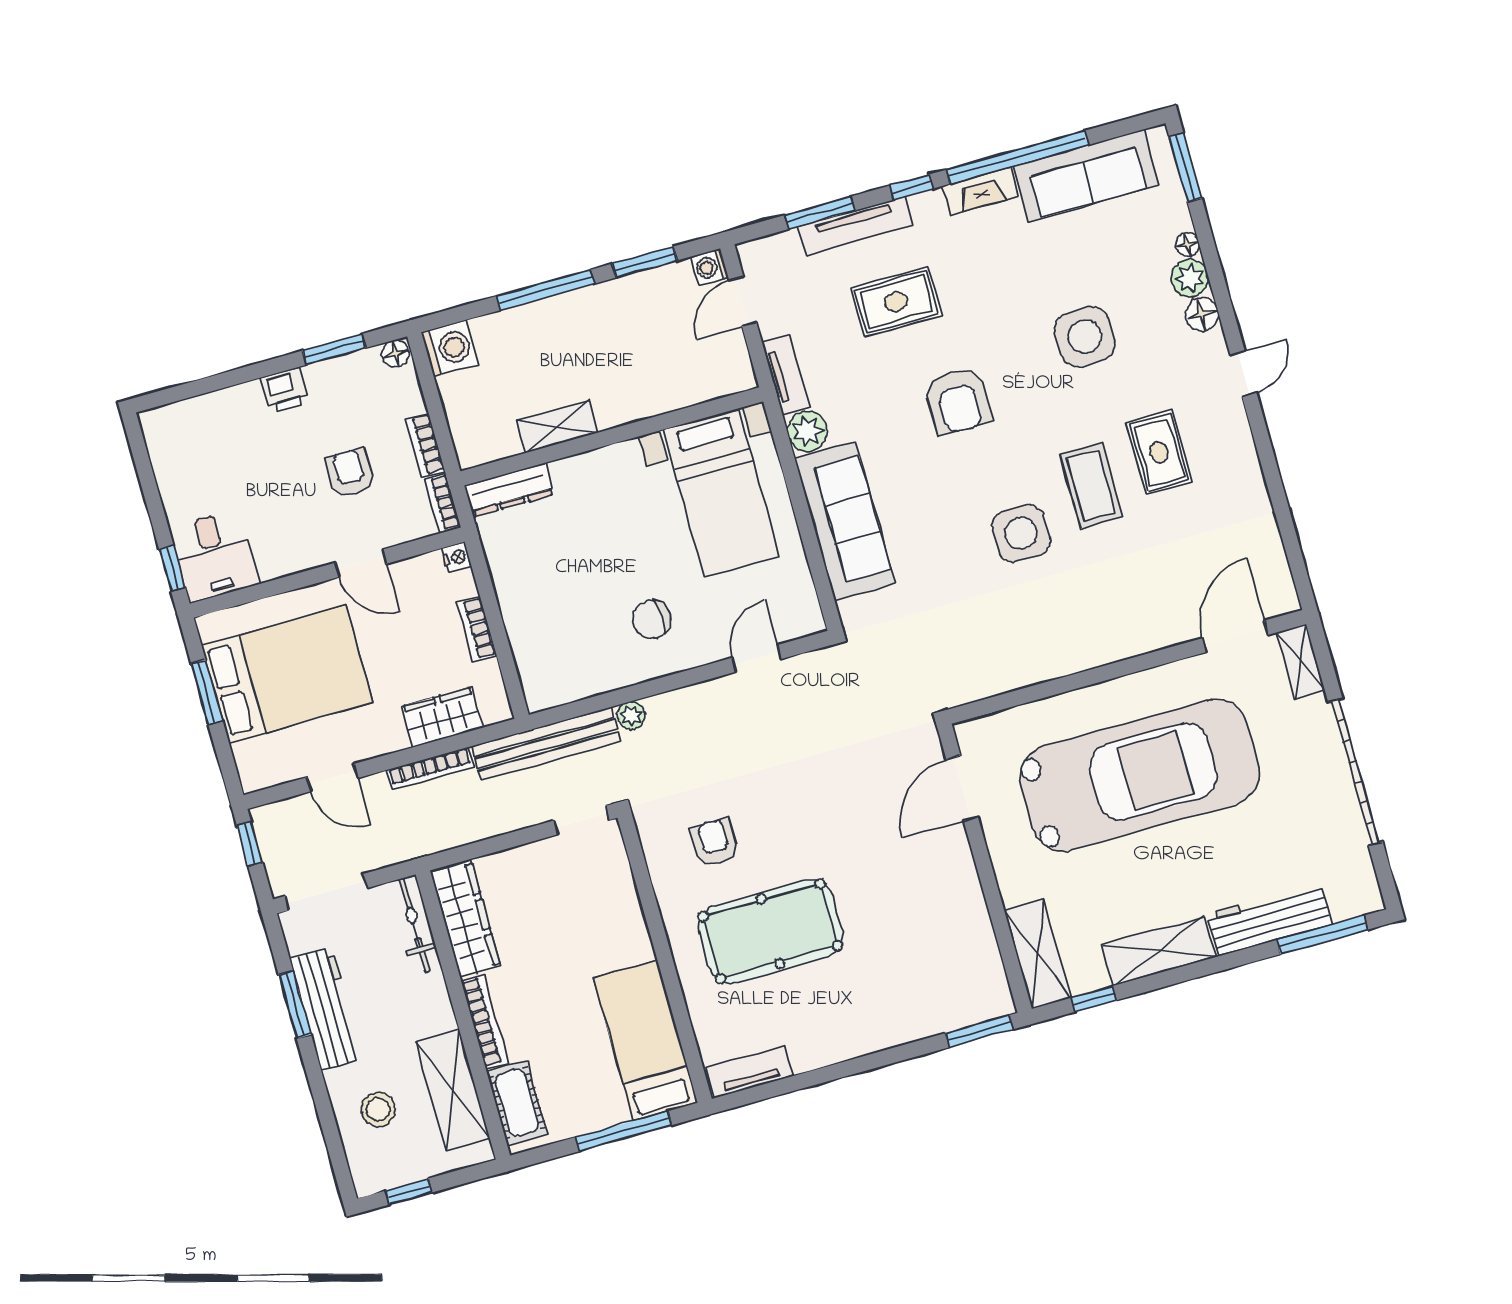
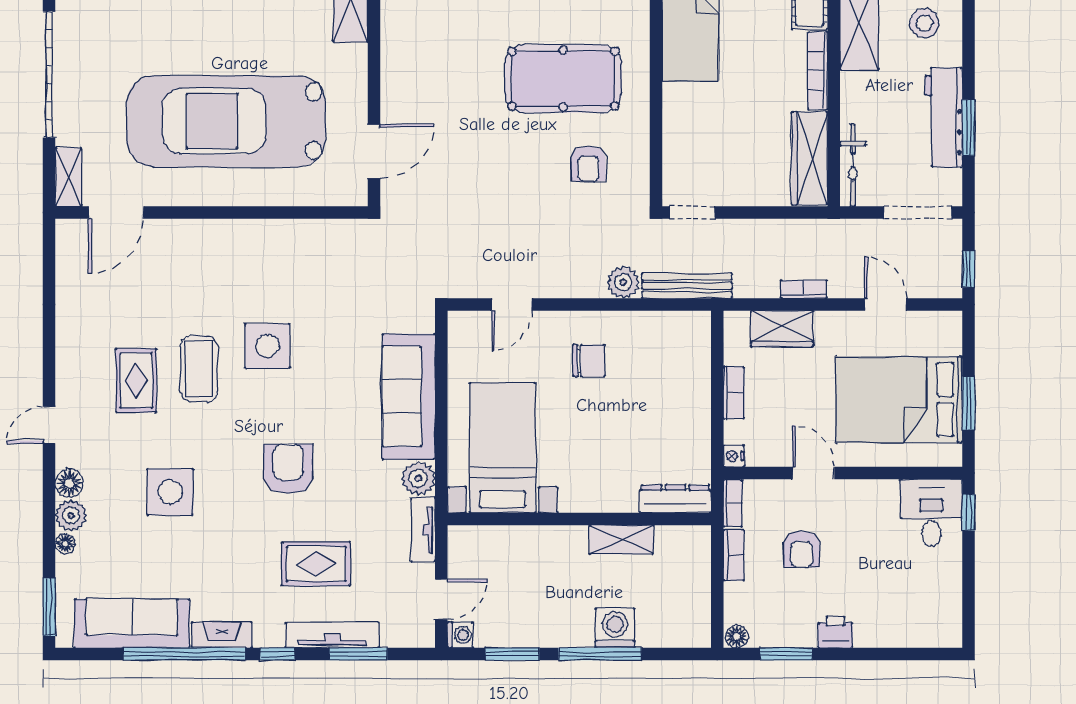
washing machine: (450, 348) -> (615, 628), moved, turned 90
plant: (631, 715) -> (623, 282), width x1.38, depth x1.38
bench: (546, 744) -> (687, 286), width x0.73, depth x0.82
bookcase: (431, 769) -> (804, 289), width x0.64

